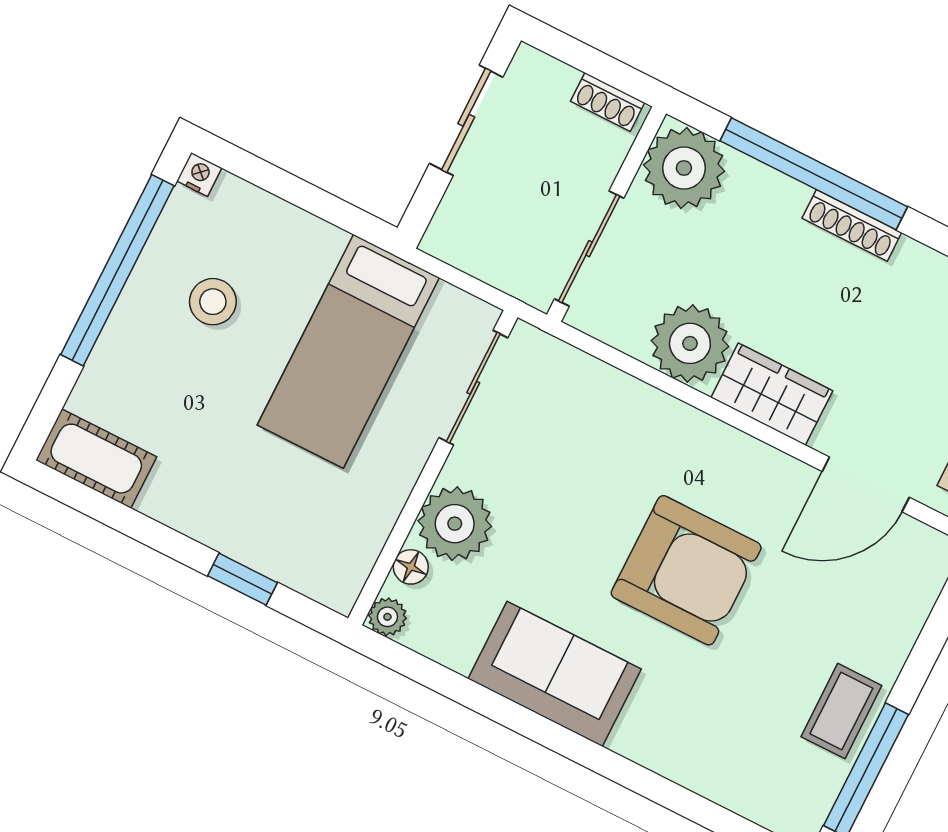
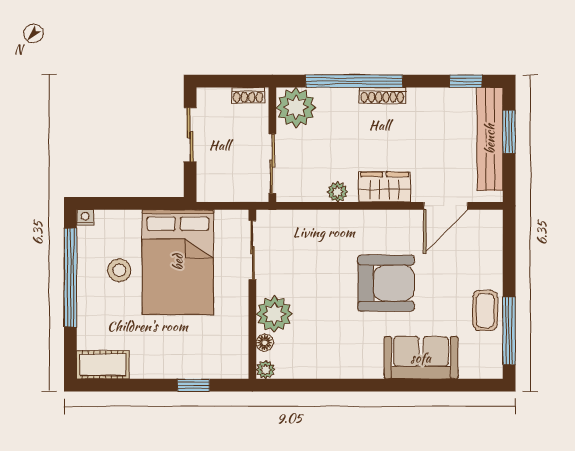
plant: (690, 343) -> (338, 192), width x0.53, depth x0.53
bed: (348, 351) -> (178, 262), width x1.50
sofa: (555, 674) -> (421, 358), moved

